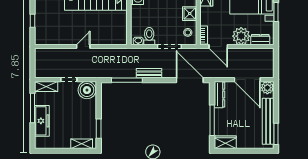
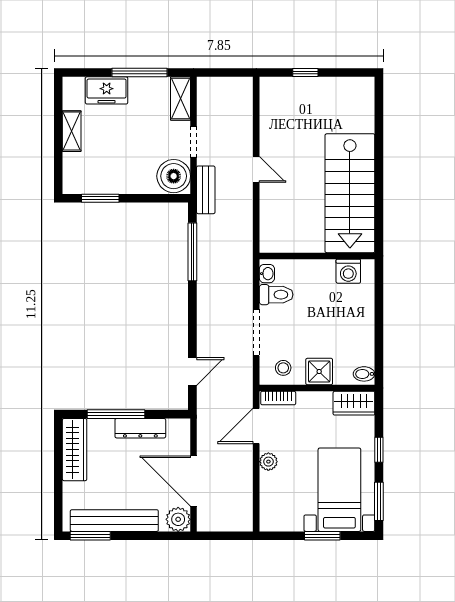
plant: (241, 36) -> (268, 462), width x0.53, depth x0.53
dresser: (260, 40) -> (270, 506), removed
bench: (149, 73) -> (206, 190), moved
door: (190, 80) -> (192, 372), width x0.53
door: (247, 80) -> (193, 481), hinge flipped
dresser: (219, 95) -> (140, 428), moved
freezer: (42, 121) -> (107, 90), width x0.71
wardrobe: (225, 142) -> (75, 450), width x1.50
shelving: (82, 144) -> (72, 131), moved

